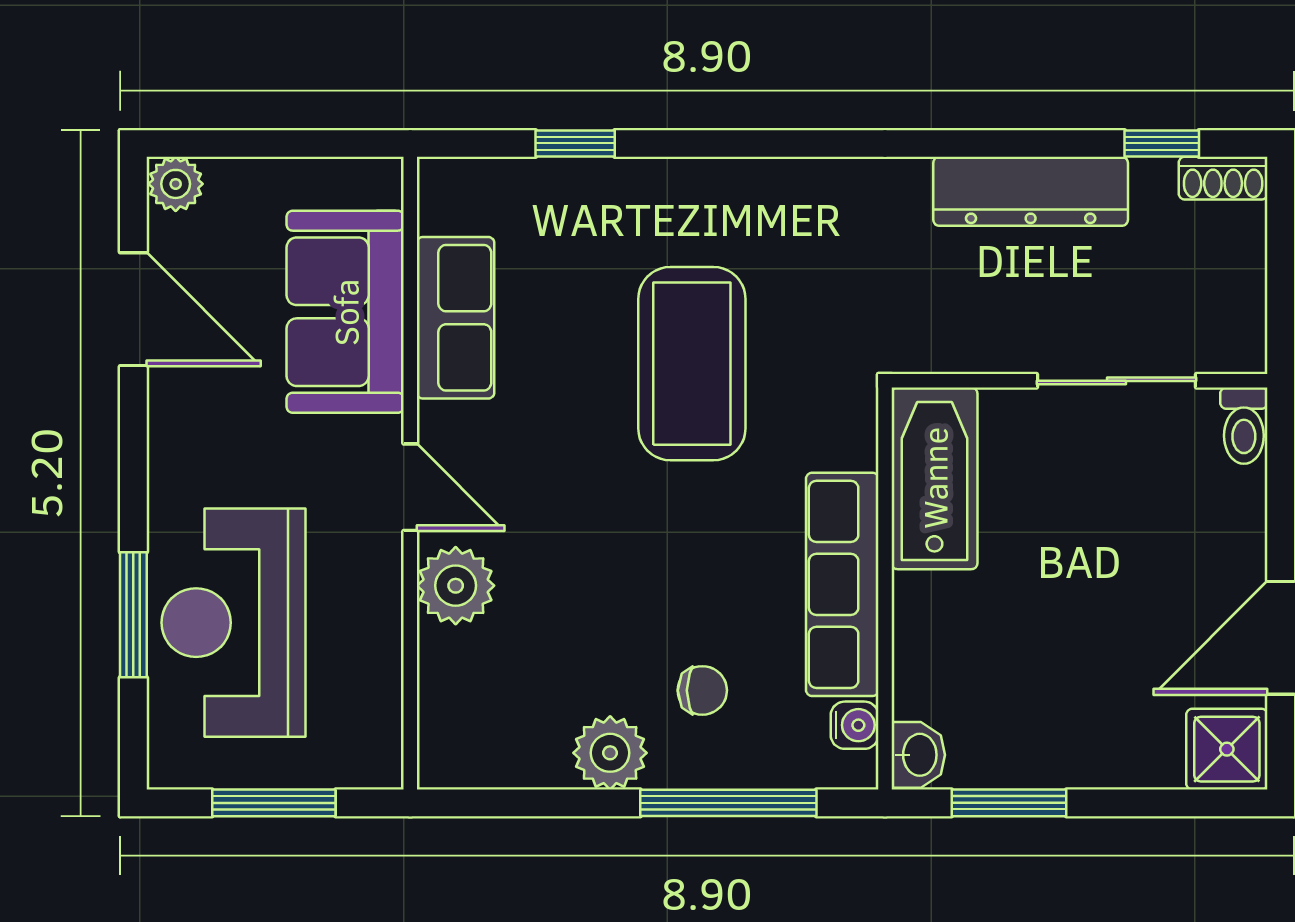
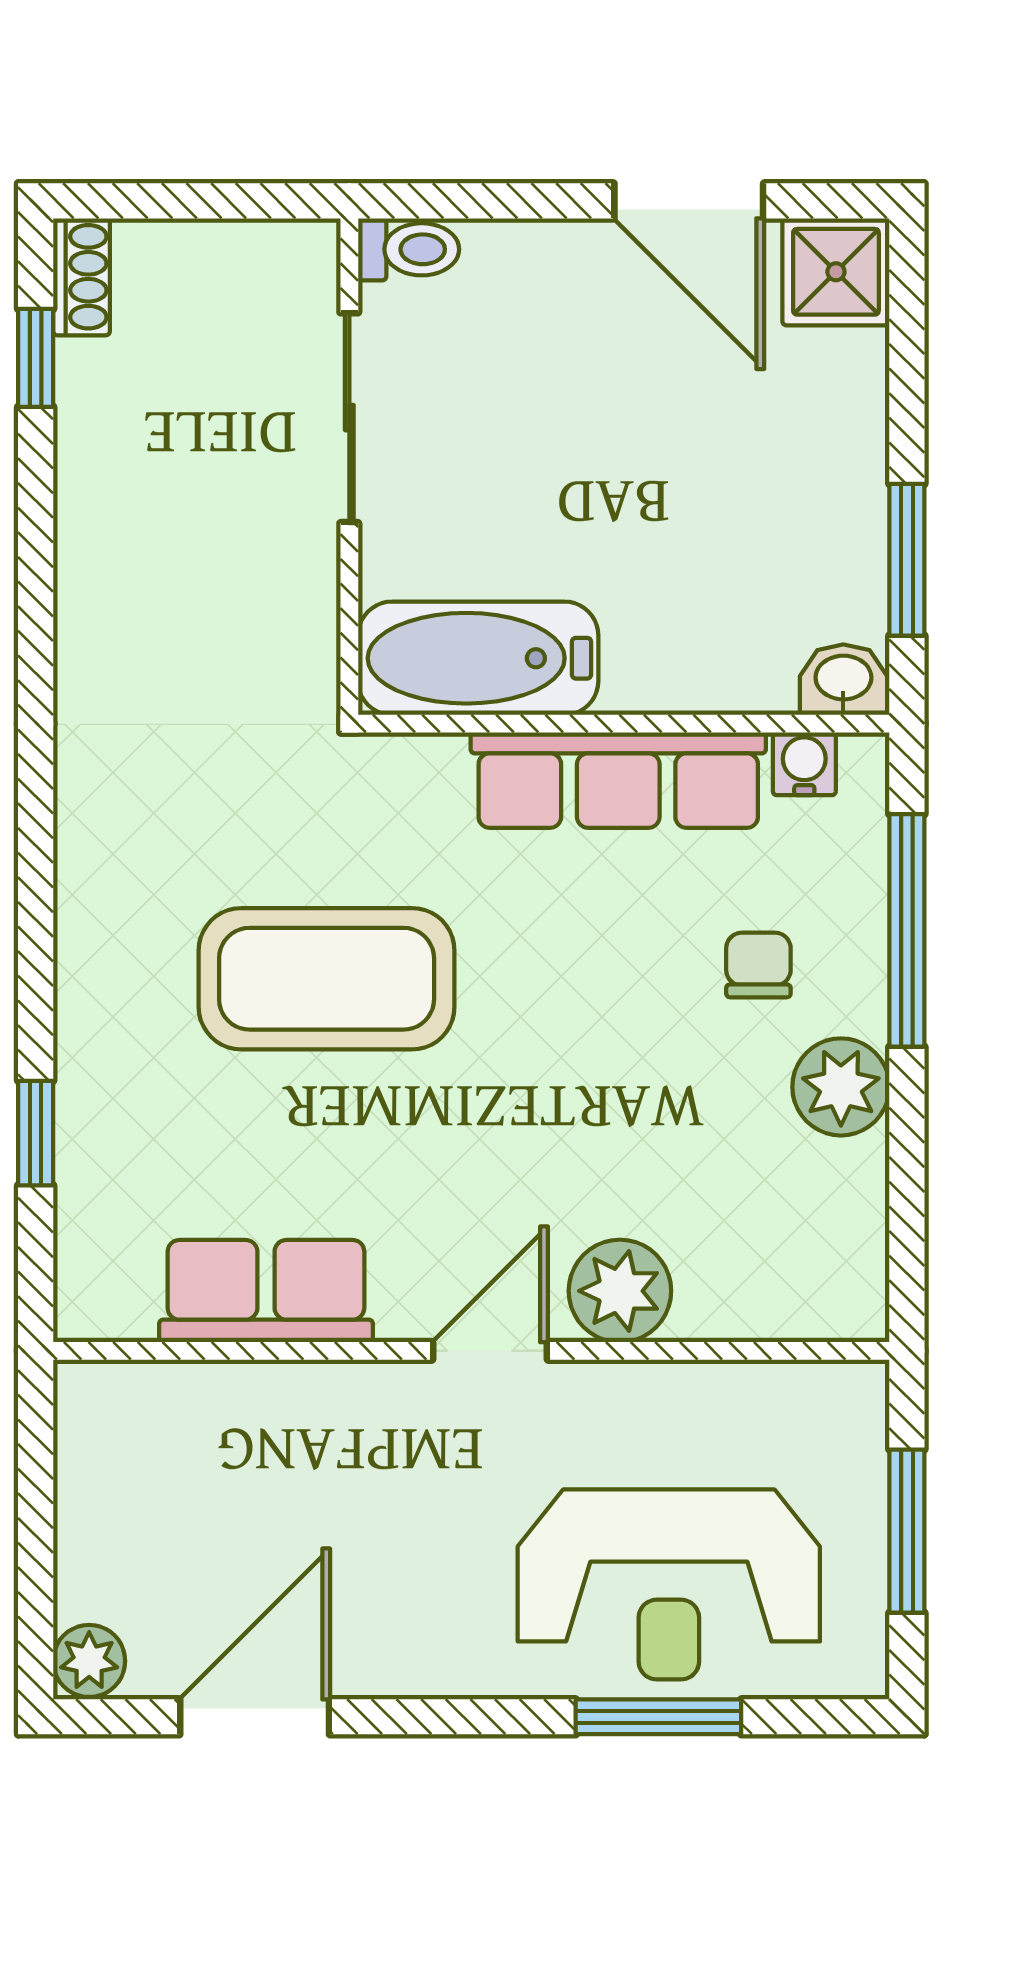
dresser: (1031, 191) -> (99, 531), removed
sofa: (345, 312) -> (258, 1437), removed

